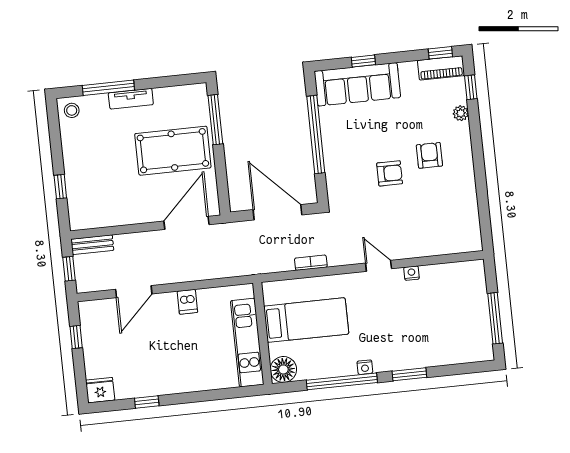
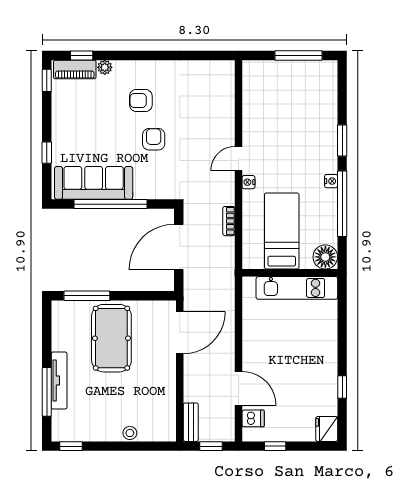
piano: (441, 68) -> (75, 69), moved, turned 90
sofa: (357, 84) -> (94, 183), moved, turned -90
tv unit: (131, 99) -> (59, 380), width x1.41
stool: (72, 110) -> (130, 433), moved
window: (60, 187) -> (71, 446), moved
door: (186, 223) -> (180, 333), swing flipped
nightstand: (412, 273) -> (248, 182), moved
dishwasher: (187, 302) -> (253, 418), moved

